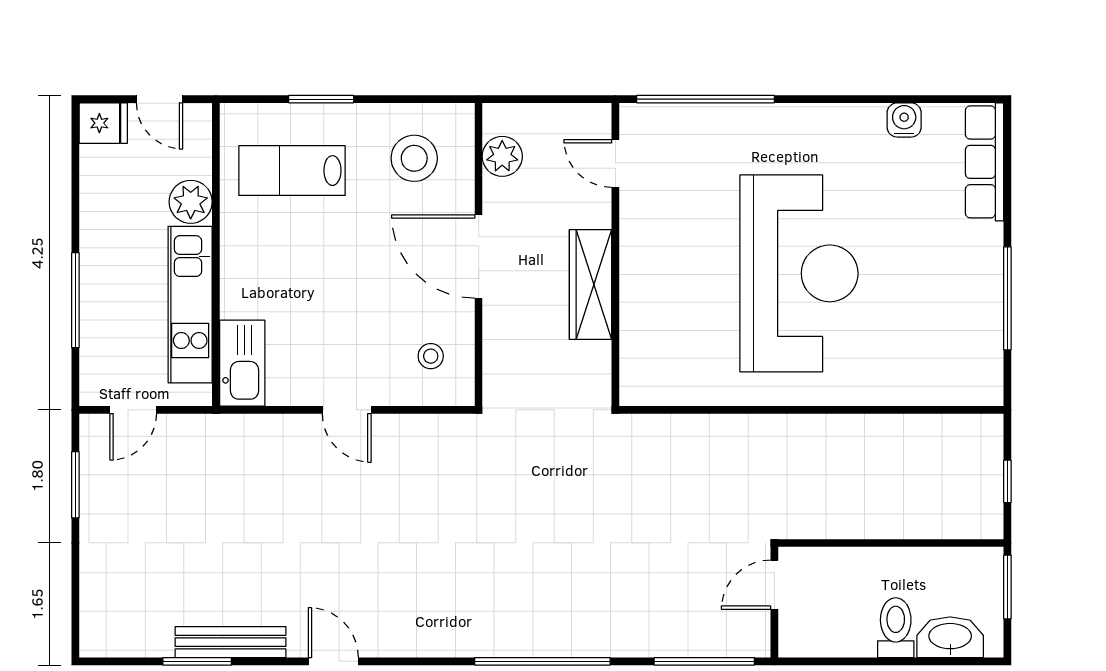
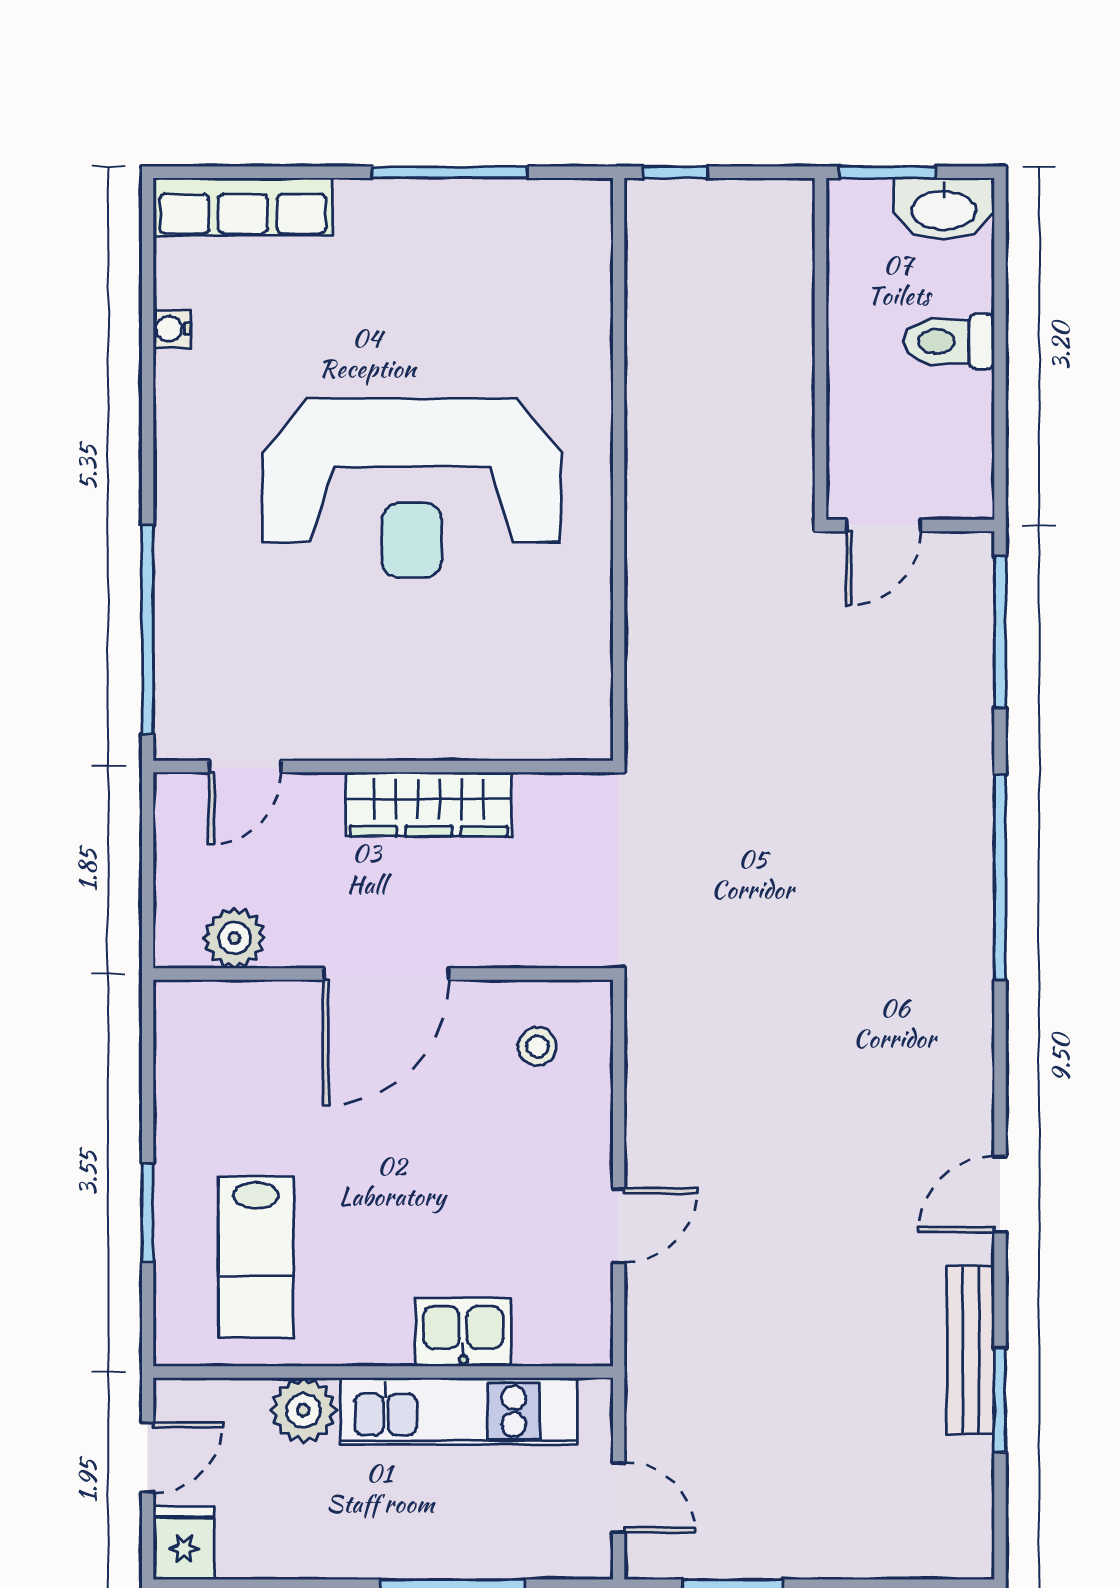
water cooler: (904, 120) -> (172, 329), width x0.72, depth x0.72
stool: (414, 158) -> (237, 1071), removed
reception desk: (799, 273) -> (412, 488), turned 180
kitchen sink: (242, 363) -> (463, 1332), moved, width x0.73
door: (347, 410) -> (619, 1225), moved
window: (1007, 481) -> (675, 172), moved
door: (774, 585) -> (884, 525), hinge flipped
washbasin: (950, 637) -> (944, 209), moved, turned -90

